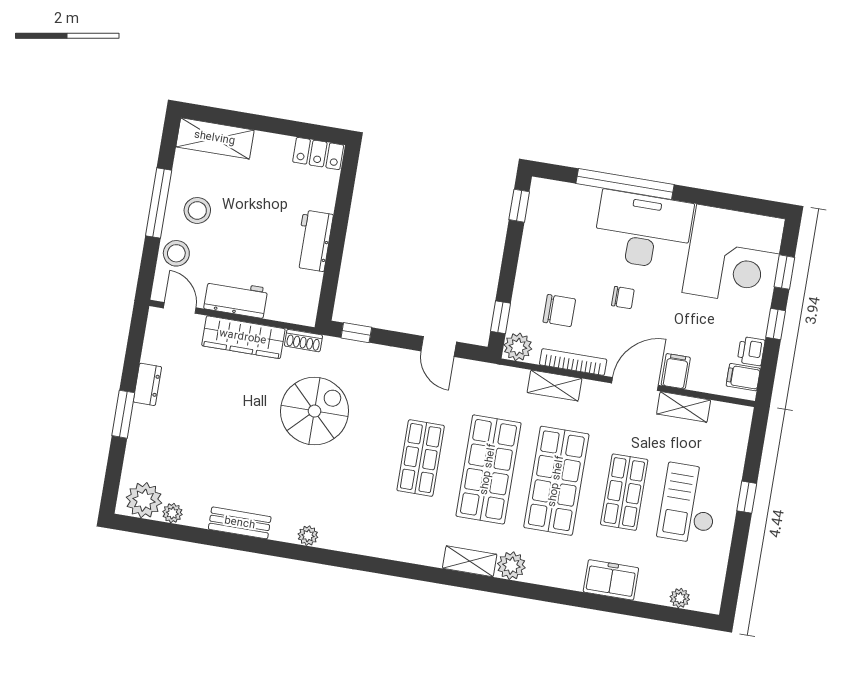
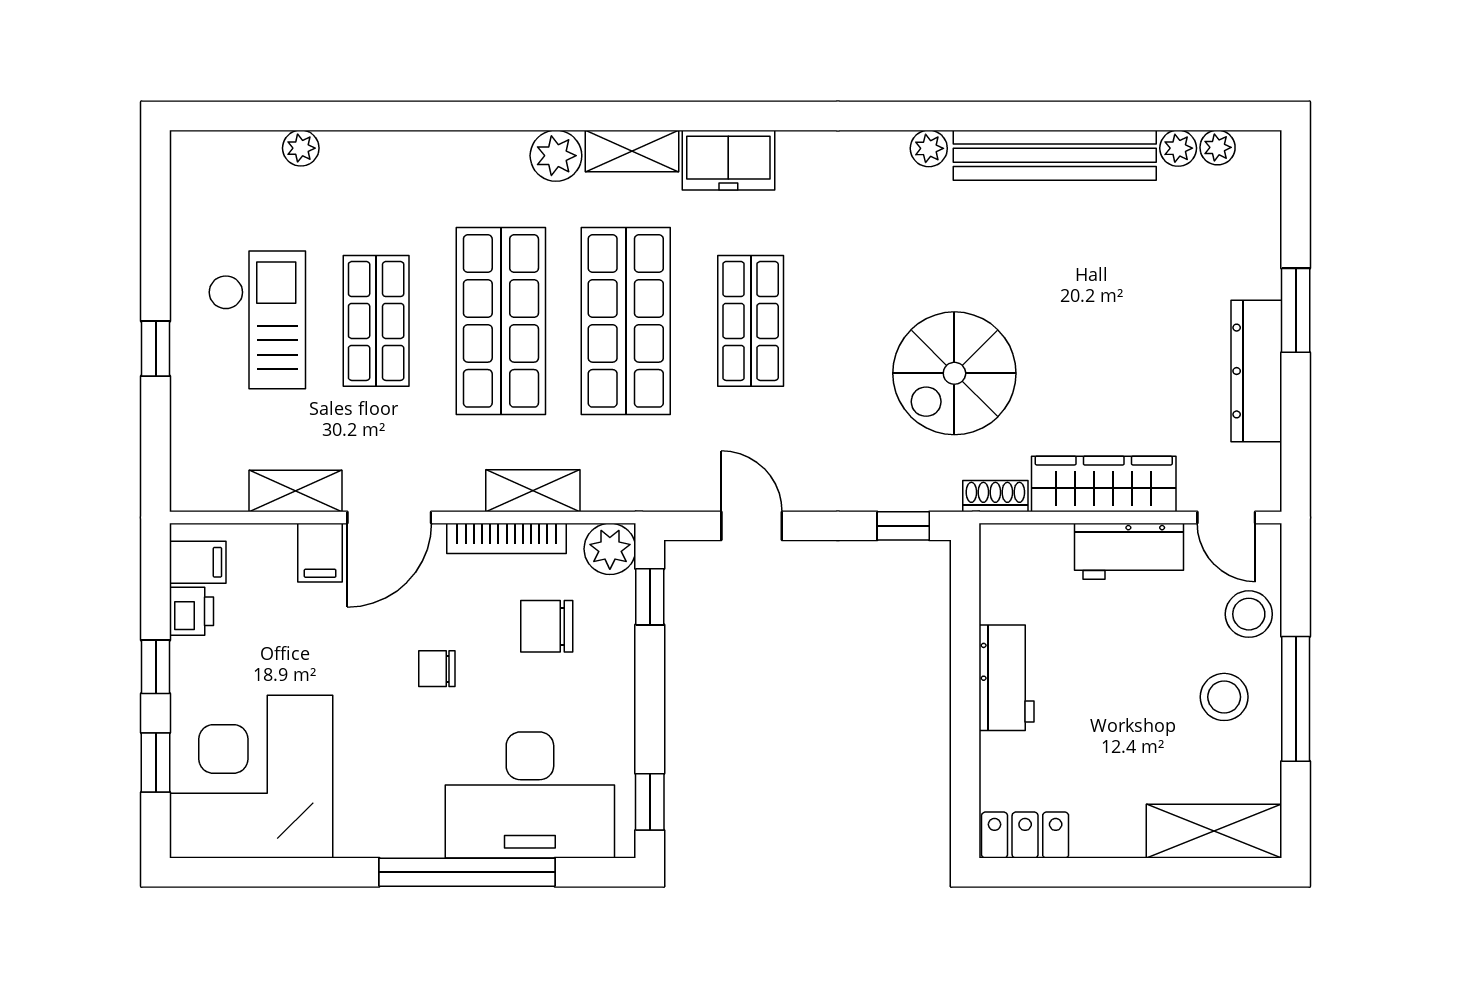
desk: (643, 230) -> (530, 795), moved
dresser: (147, 384) -> (1256, 371), width x1.96, depth x1.24
plant: (144, 500) -> (1218, 147), width x0.53, depth x0.53
bench: (240, 523) -> (1055, 155), width x1.86, depth x1.21
freezer: (611, 580) -> (728, 160), moved
plant: (680, 598) -> (301, 148), moved

